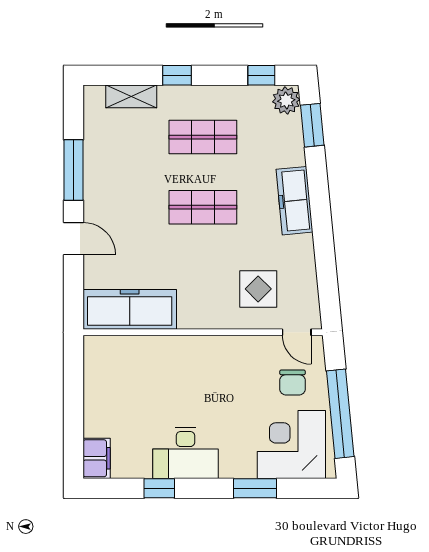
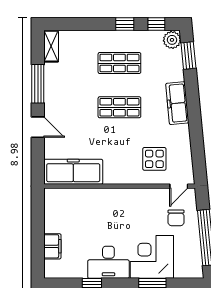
window: (177, 75) -> (125, 24), moved
shelving: (131, 96) -> (51, 46), moved, turned 90
door: (297, 332) -> (179, 186), hinge flipped
corner desk: (291, 444) -> (152, 257), moved
filing cabinet: (97, 458) -> (52, 246), moved

